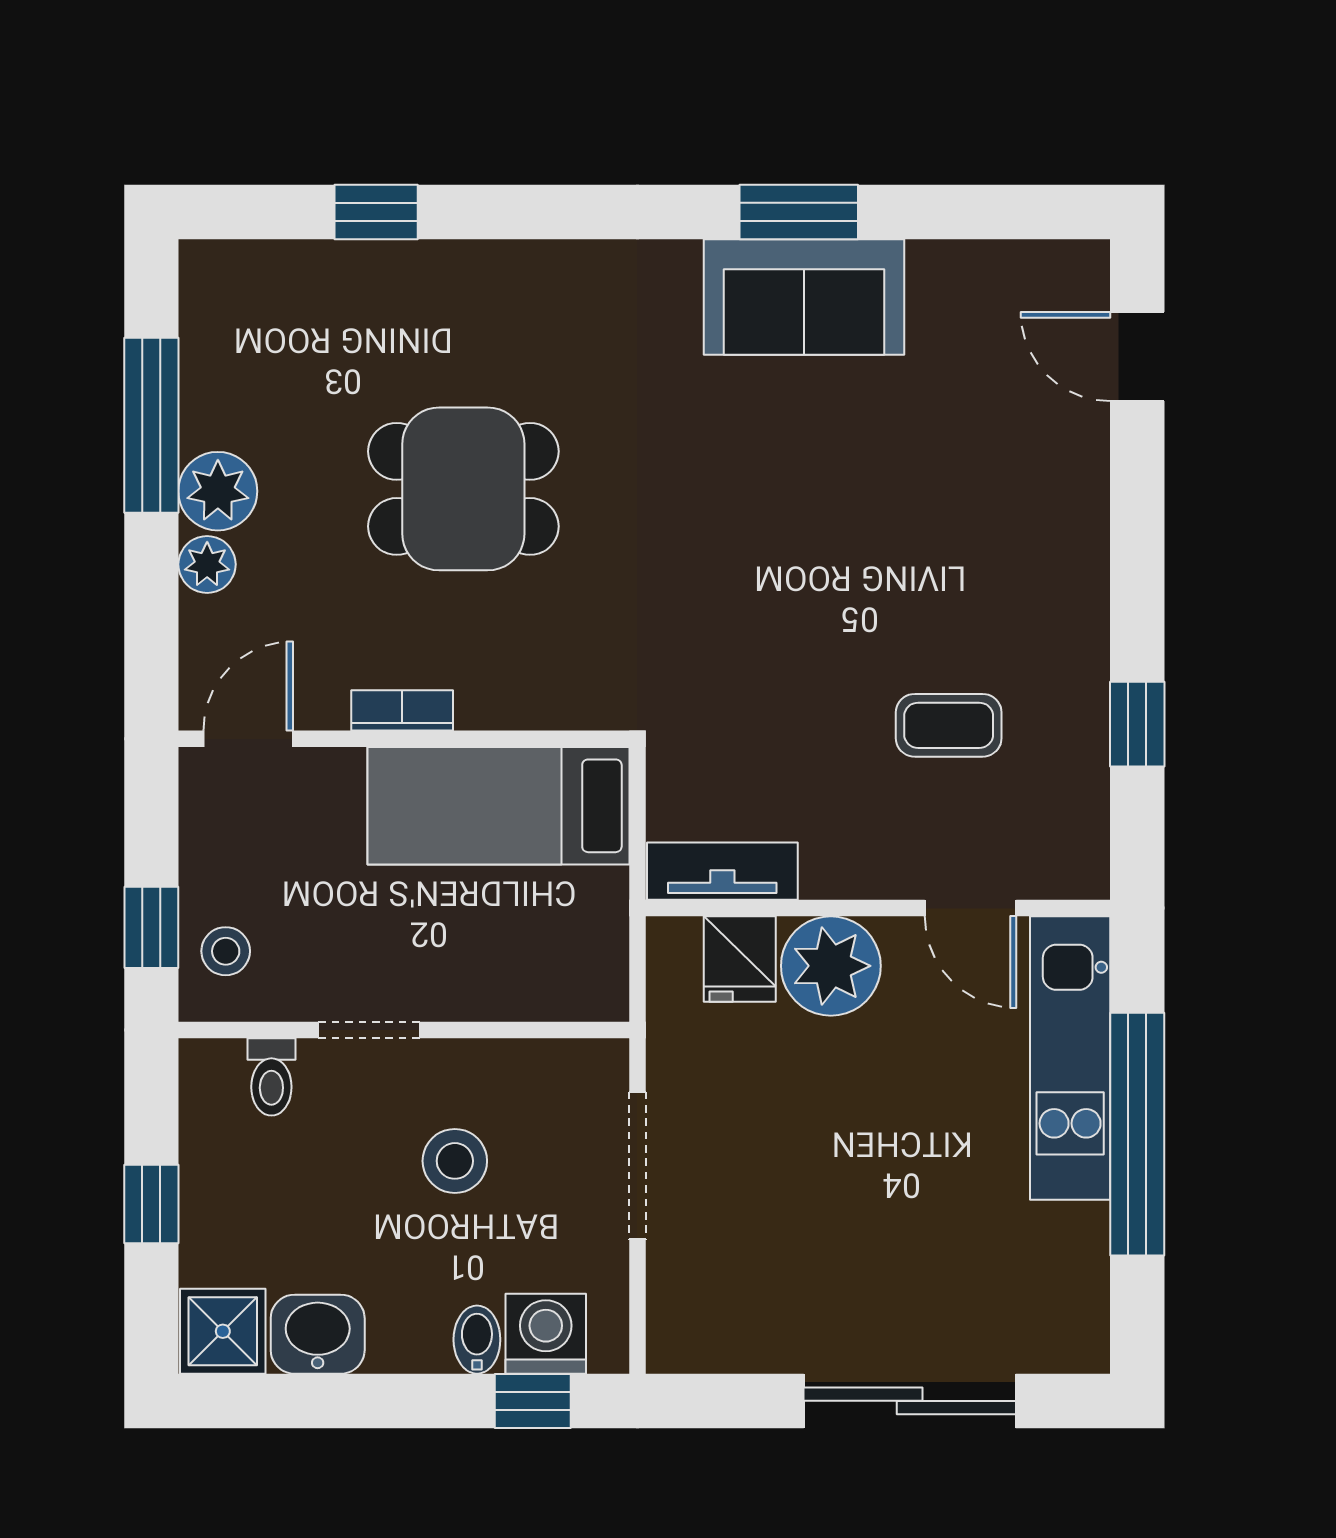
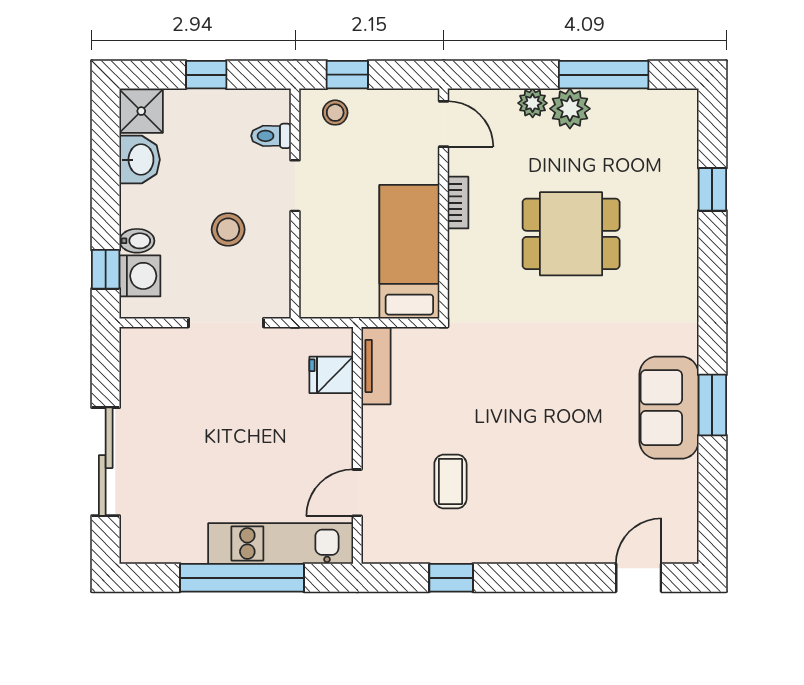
dining table: (463, 489) -> (571, 234), turned 90
plant: (831, 966) -> (328, 421), removed

